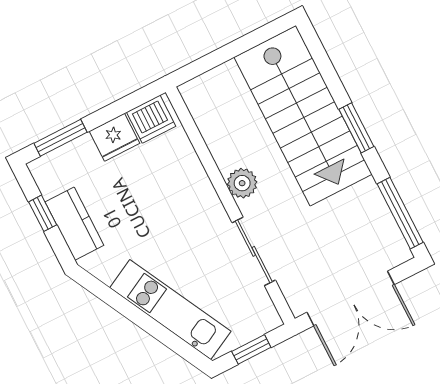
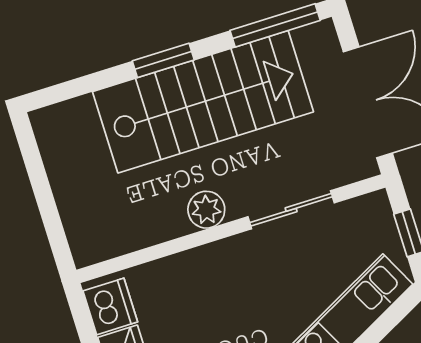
stairs: (303, 116) -> (203, 102), moved

